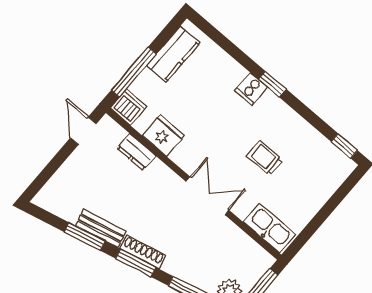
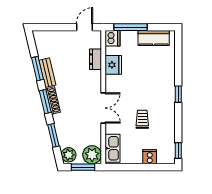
cooker: (251, 89) -> (150, 157), moved, turned 90
plant: (255, 261) -> (92, 155), added

